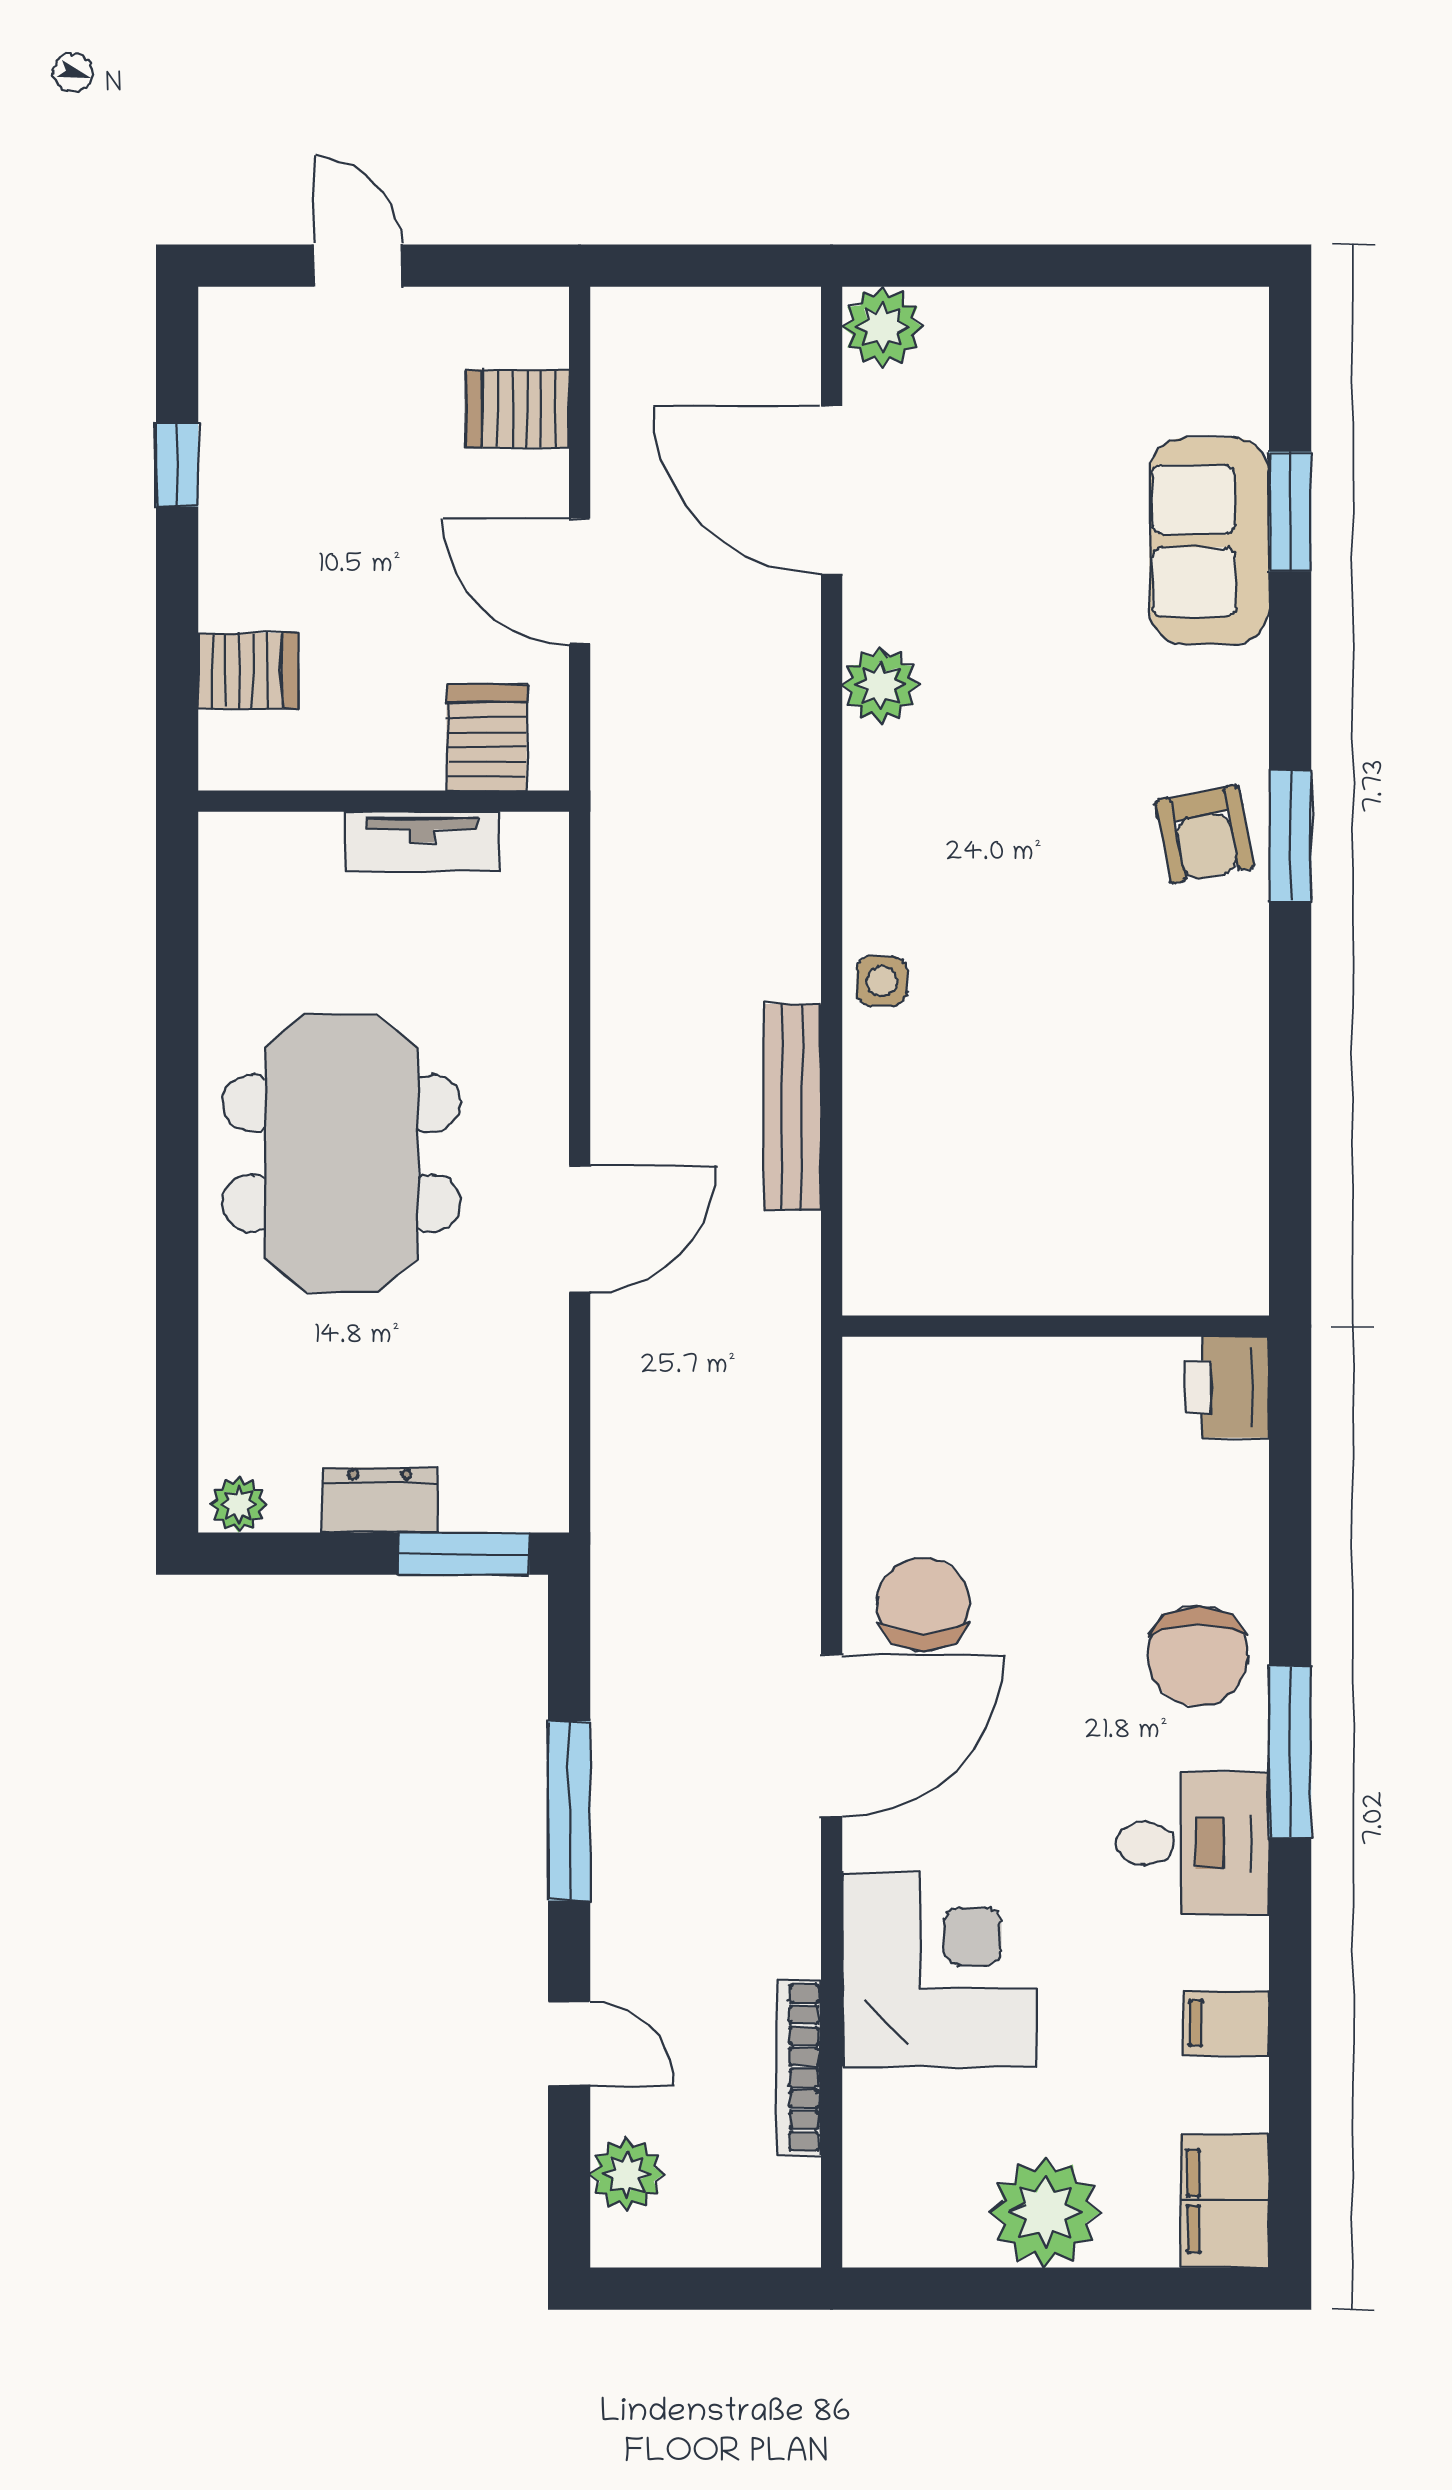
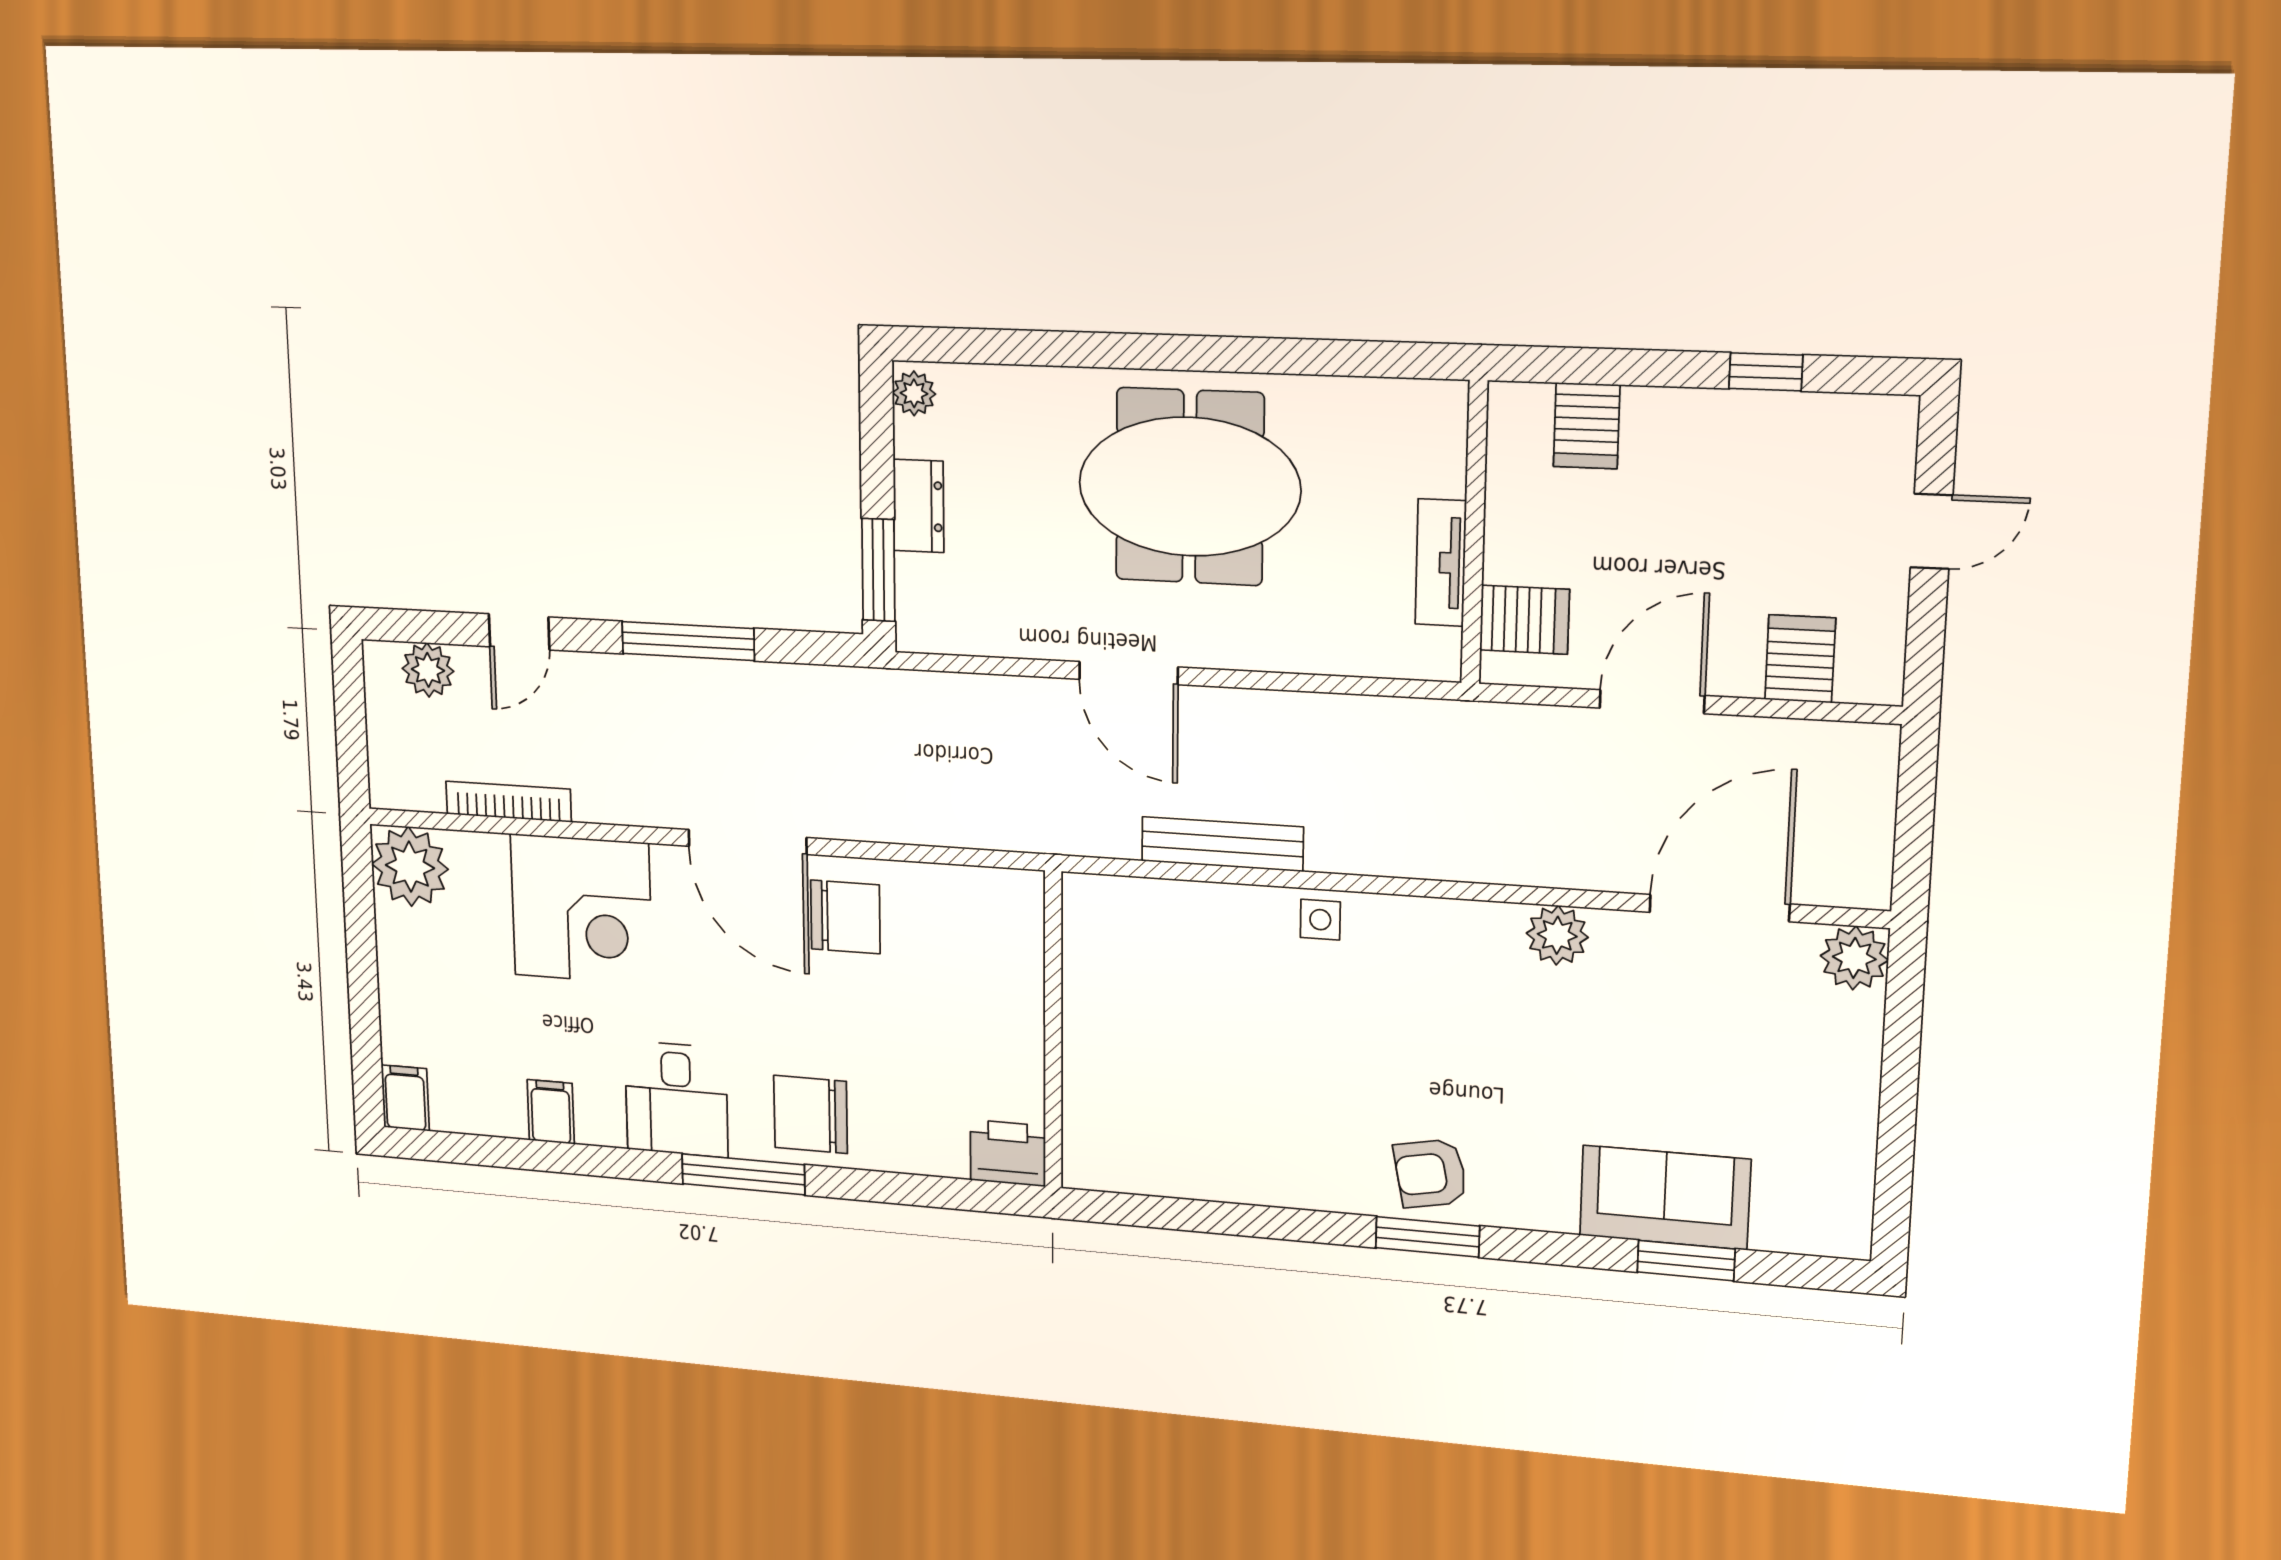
filing cabinet: (1225, 2201) -> (405, 1098), width x0.50
plant: (1045, 2212) -> (410, 867), moved

